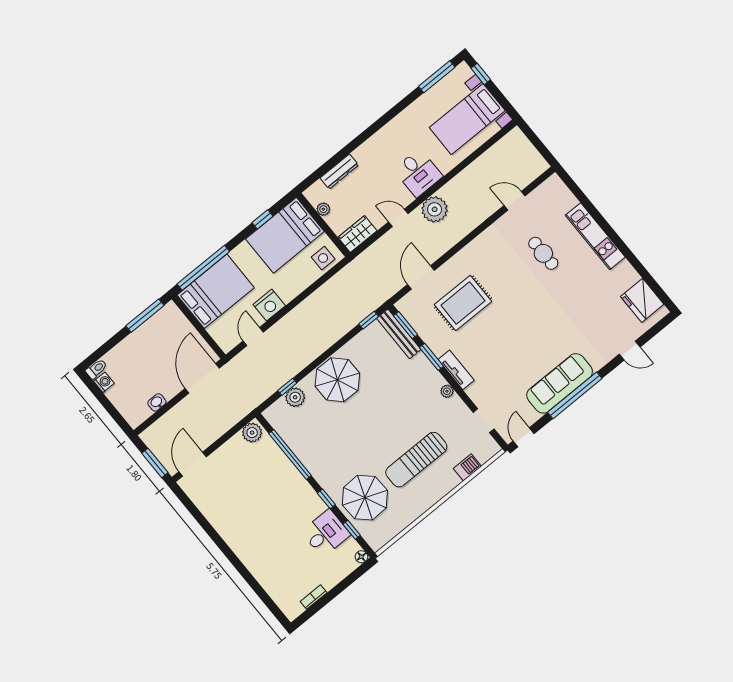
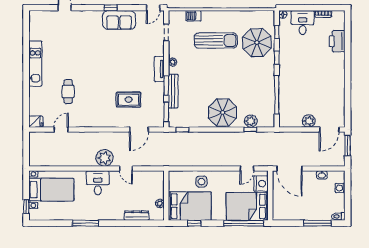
window: (437, 77) -> (86, 223), moved
door: (515, 201) -> (61, 130), swing flipped
wardrobe: (357, 234) -> (153, 177), removed
kitchen unit: (595, 236) -> (35, 63), moved
side table: (323, 258) -> (201, 182), moved
fridge: (642, 300) -> (36, 122), moved, width x0.53, depth x0.75
rug: (463, 303) -> (129, 100), width x0.73, depth x0.70
nightstand: (269, 305) -> (261, 184), moved, turned 90
window: (145, 316) -> (317, 223), moved
bench: (399, 334) -> (173, 91), moved
door: (202, 378) -> (289, 168), hinge flipped
washing machine: (104, 382) -> (340, 188), moved
sofa: (560, 383) -> (119, 20), width x0.73
window: (575, 395) -> (110, 8), width x0.32
plant: (252, 433) -> (309, 121), moved
desk: (326, 533) -> (303, 23), moved, turned 90
printer: (270, 578) -> (337, 41), added

